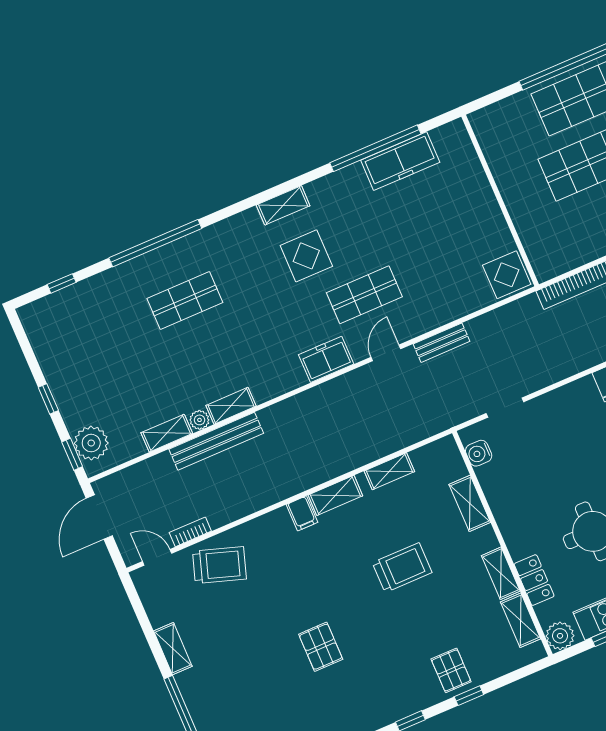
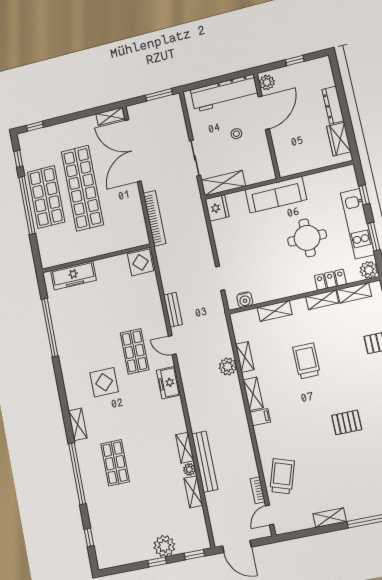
freezer: (400, 161) -> (73, 275), moved, turned 90
shelving: (283, 205) -> (78, 424), moved
plant: (91, 443) -> (164, 546), moved
plant: (370, 448) -> (228, 367), added

